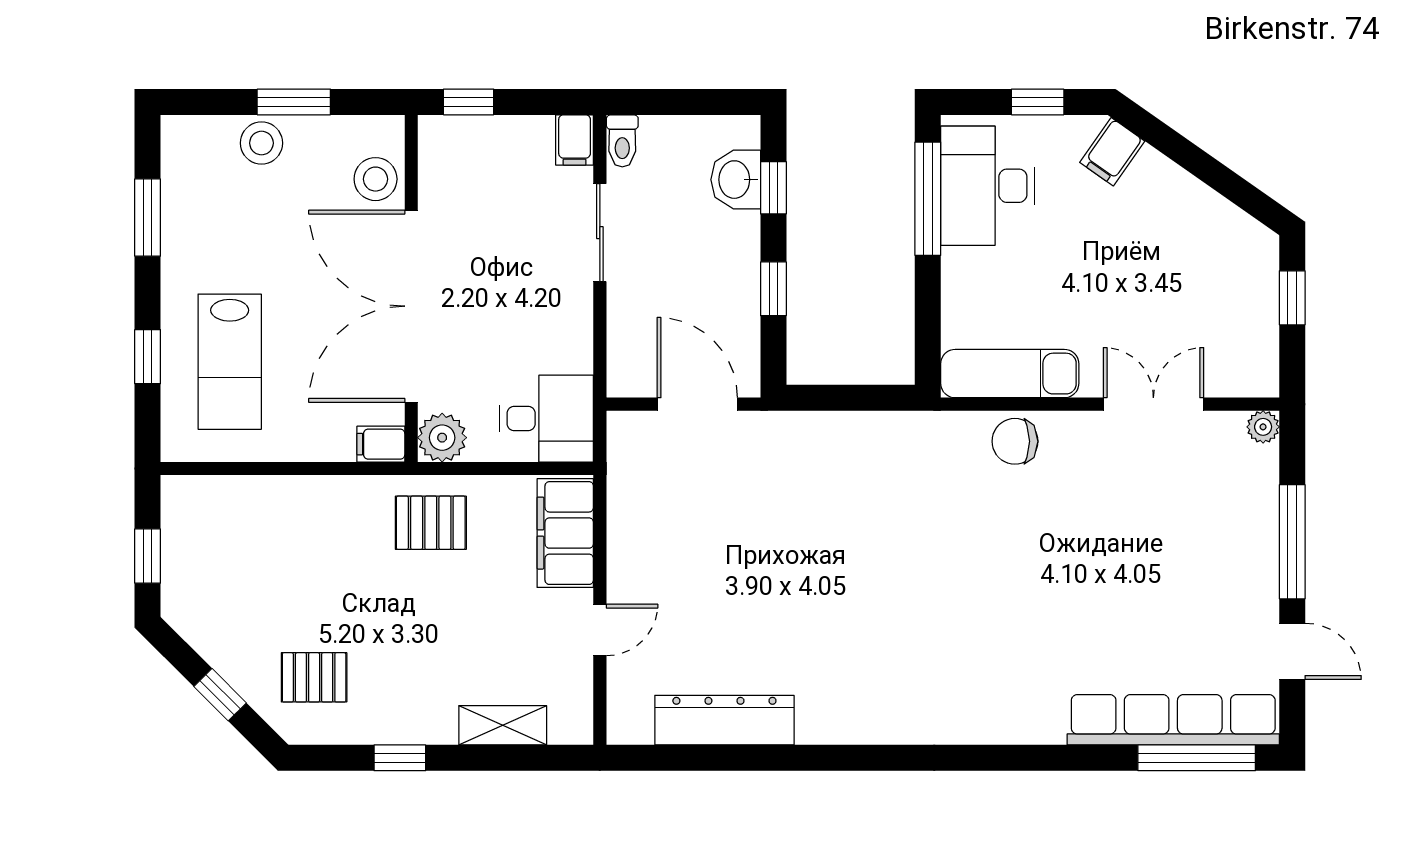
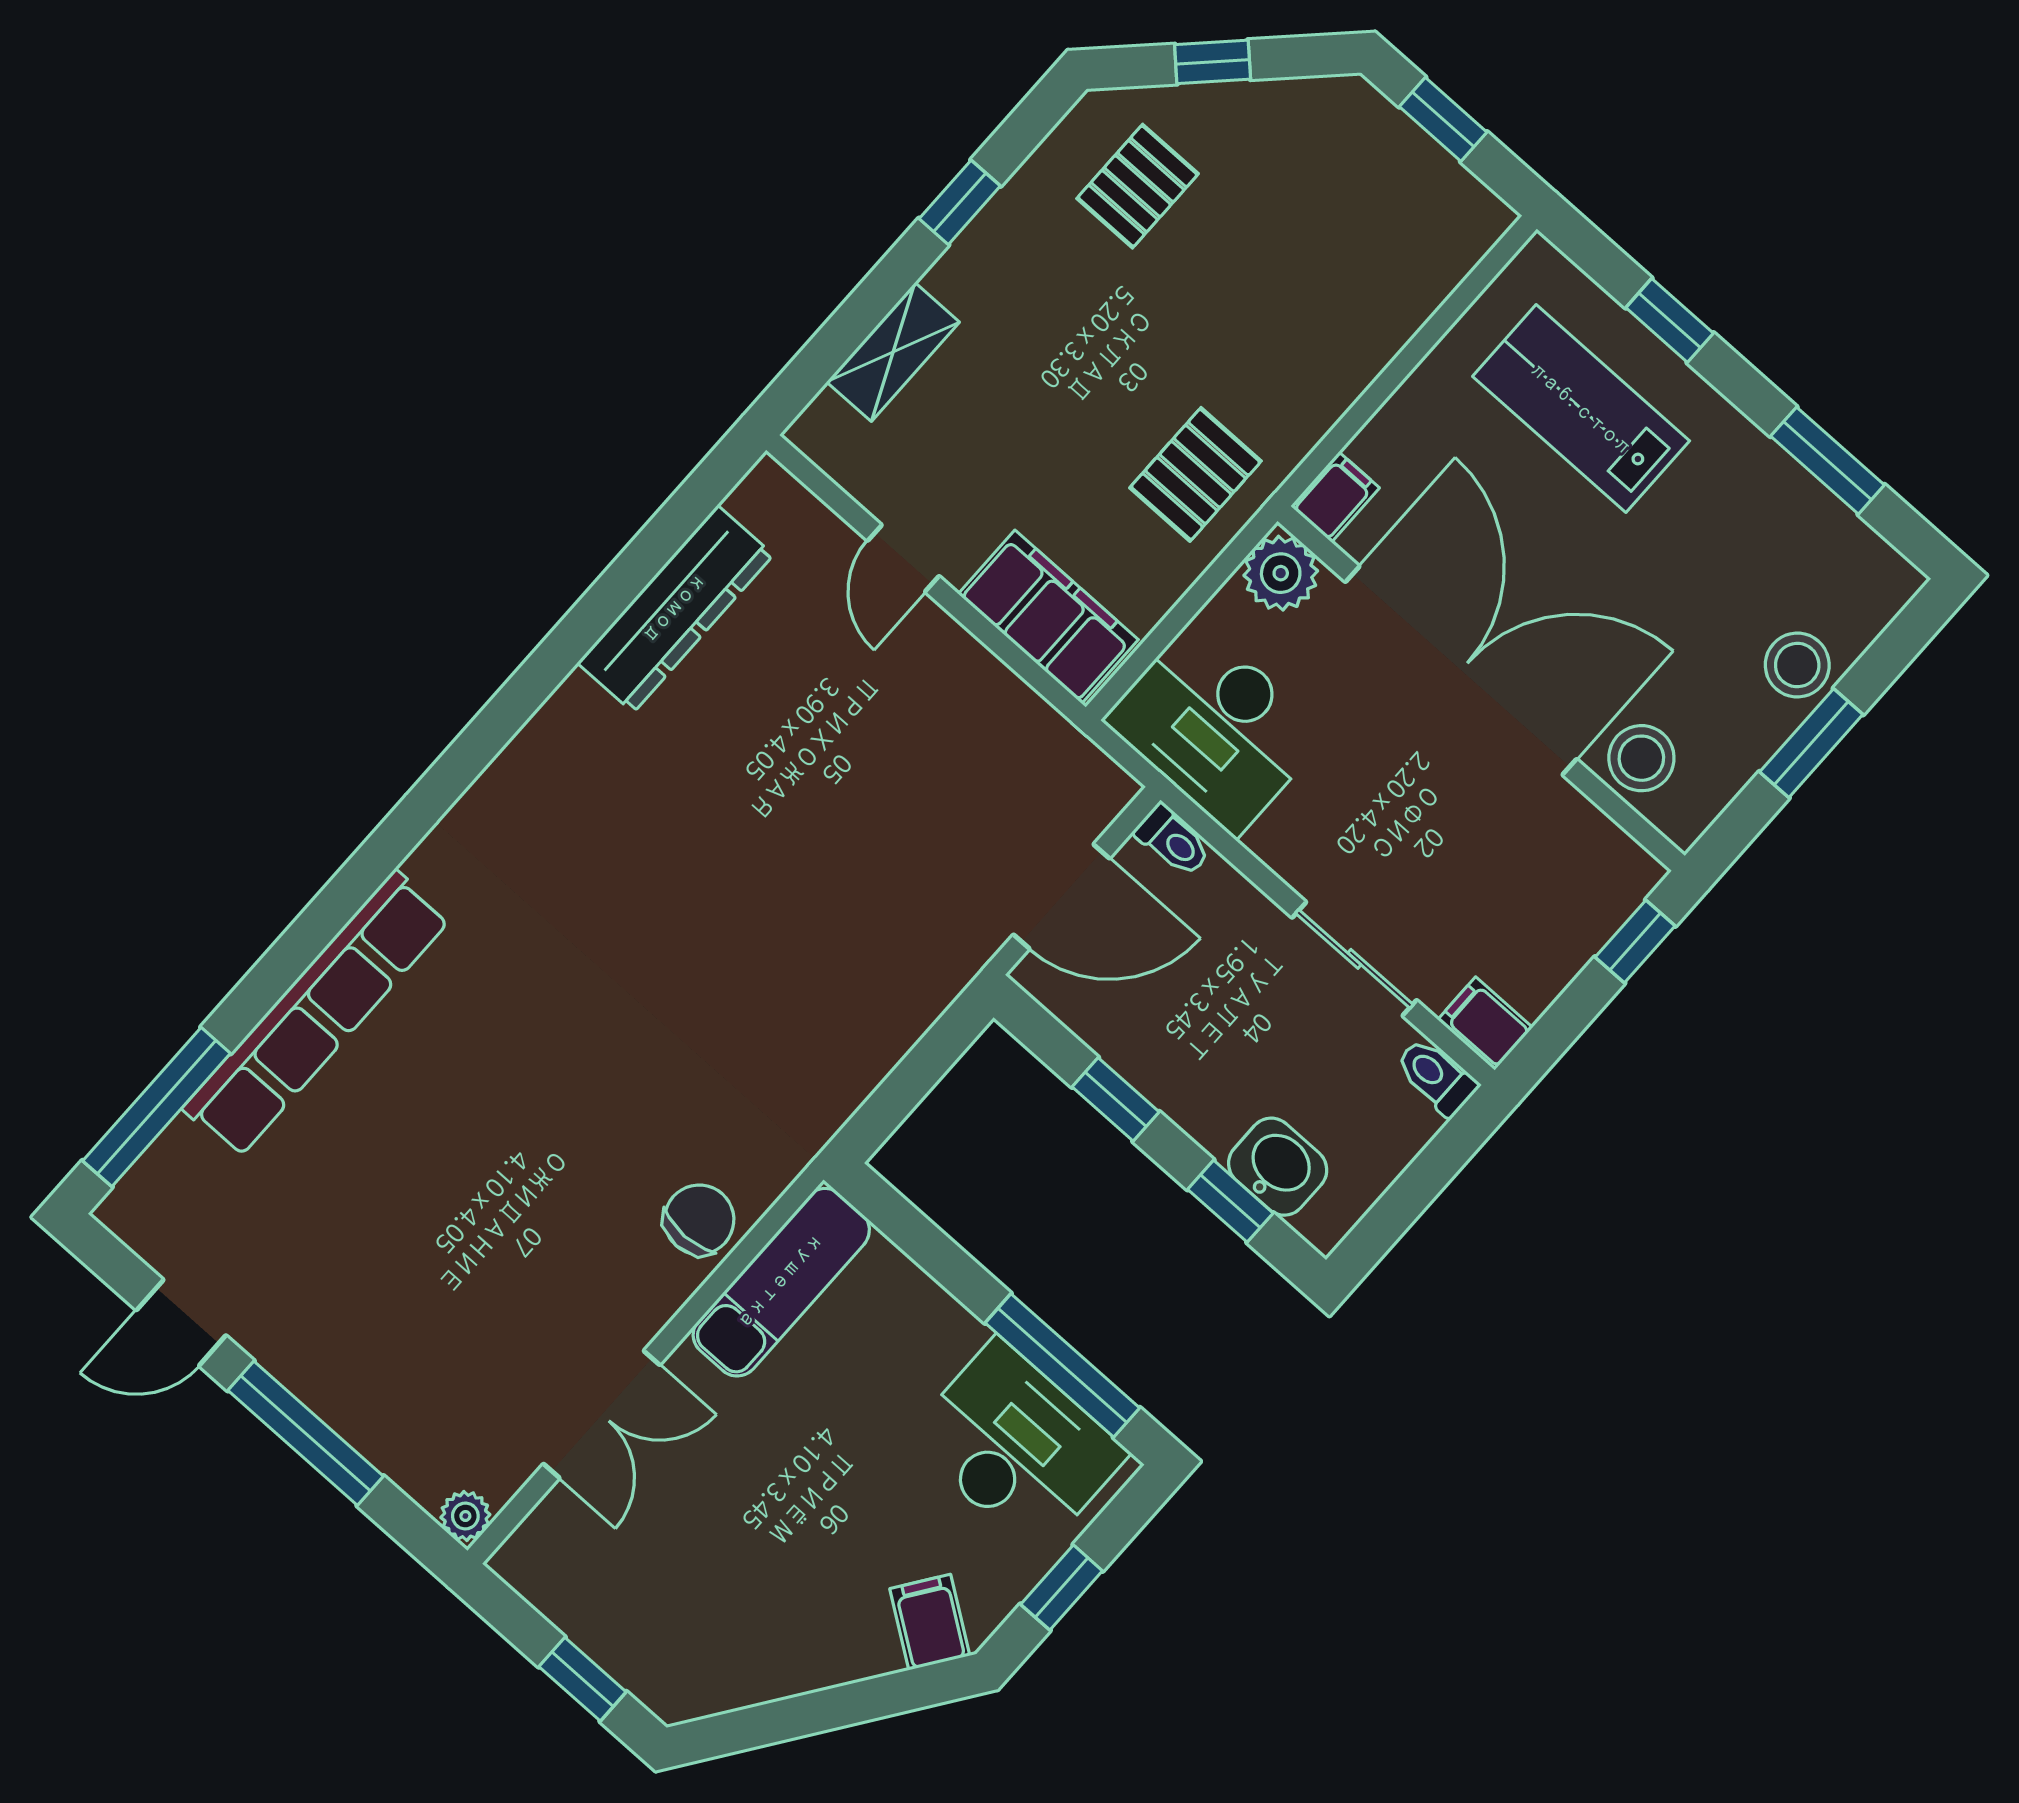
toilet: (621, 374) -> (1173, 841), added
desk: (546, 419) -> (1216, 727), width x1.37
row of seats: (1173, 720) -> (317, 1014), moved

